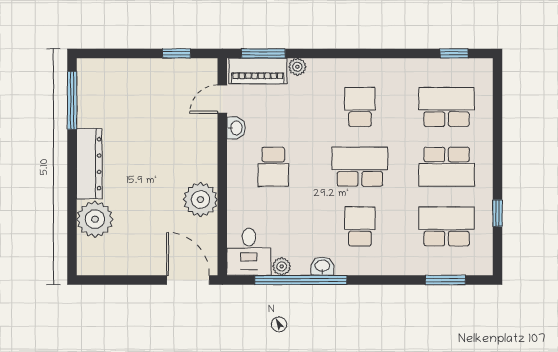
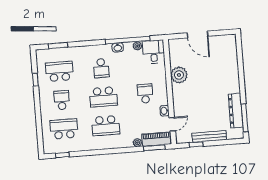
bench: (148, 68) -> (209, 136), added
school desk: (360, 107) -> (106, 126), width x1.85
school desk: (447, 107) -> (64, 129), turned 180
dresser: (89, 164) -> (236, 111), moved
school desk: (447, 167) -> (62, 100), width x0.54
plant: (95, 219) -> (229, 62), removed
school desk: (447, 226) -> (59, 71), turned 180
door: (188, 280) -> (198, 35), moved

